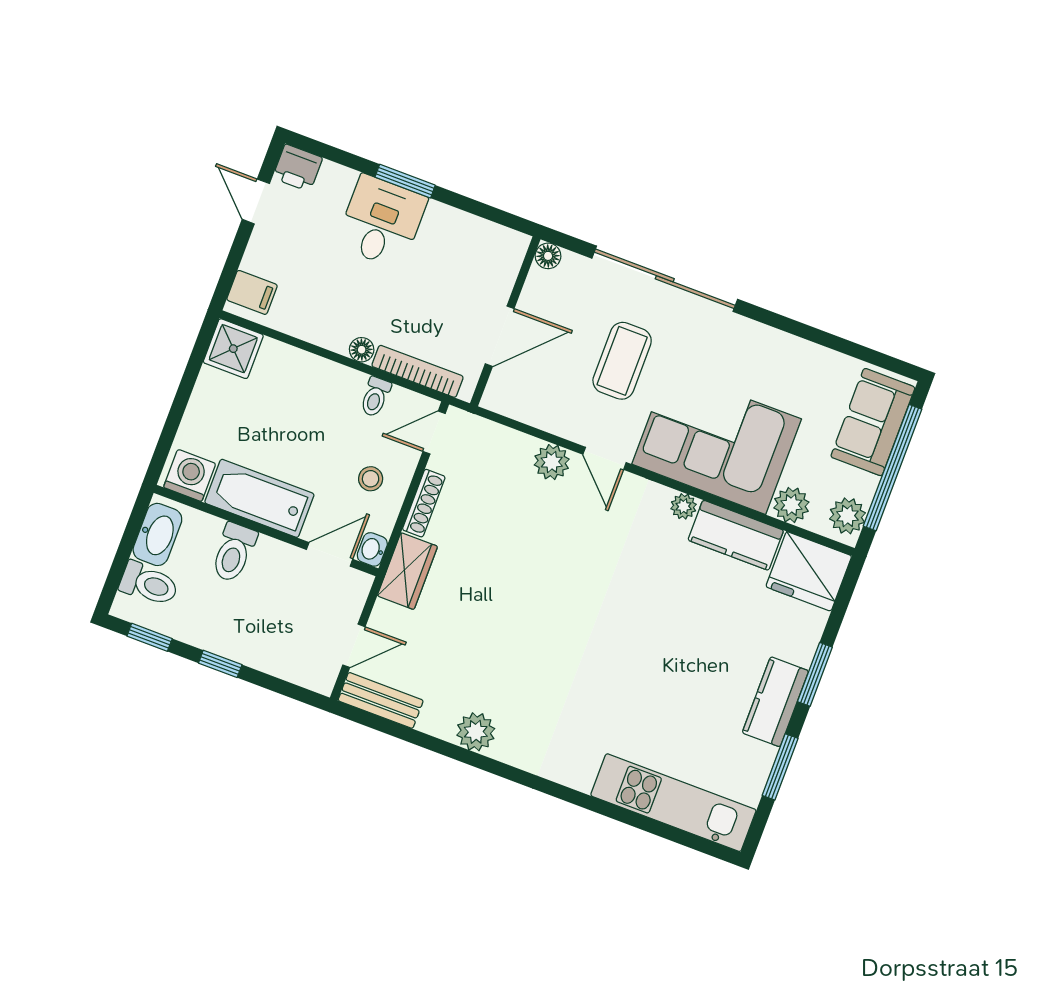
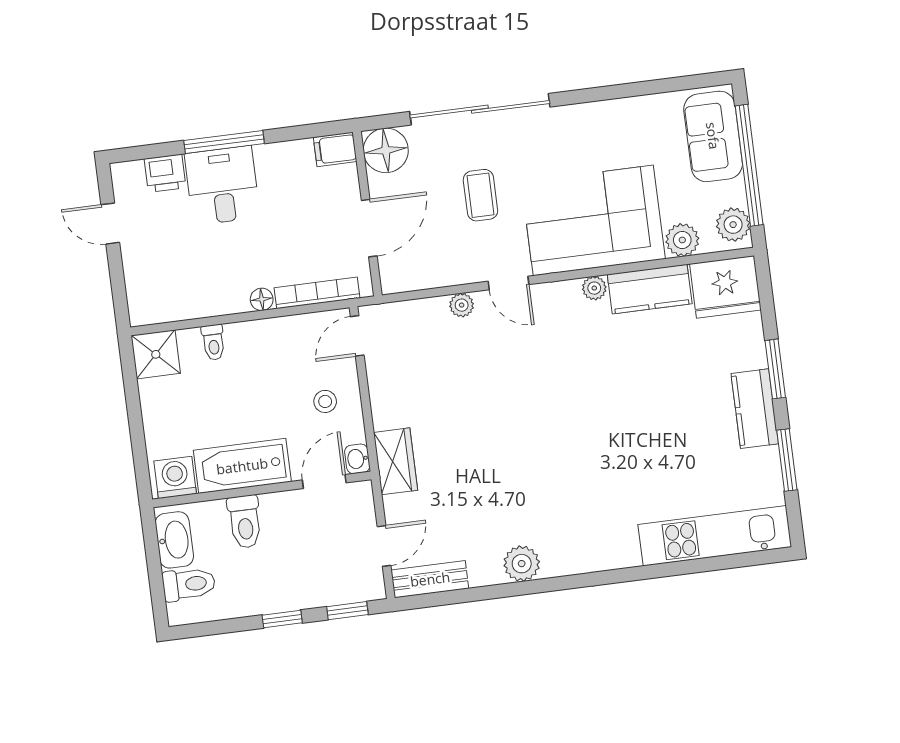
printer: (298, 168) -> (165, 173), moved
window: (405, 181) -> (224, 142), width x1.44
floor lamp: (548, 256) -> (386, 150), width x1.89, depth x1.89
filing cabinet: (252, 292) -> (335, 149), moved, turned 180
coffee table: (622, 361) -> (480, 195), width x0.73, depth x0.77
toilet: (375, 397) -> (213, 342), moved
plant: (552, 462) -> (462, 305), width x0.73, depth x0.73
shoe rack: (424, 503) -> (379, 398), removed
window: (150, 637) -> (347, 611), moved

